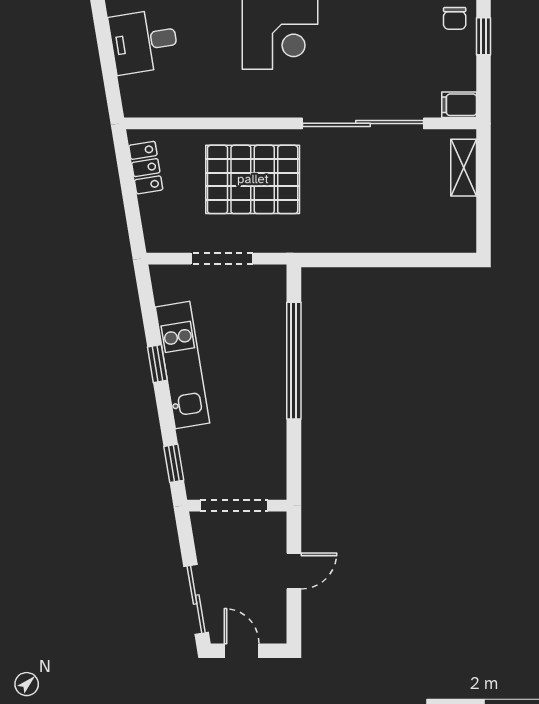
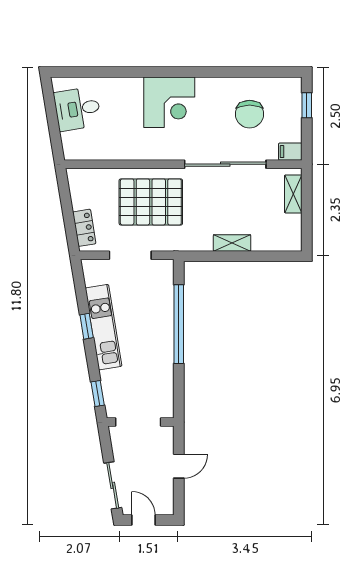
chair: (455, 18) -> (250, 114), moved, width x1.87, depth x1.87
locker: (146, 168) -> (84, 228), moved
shelving: (373, 240) -> (232, 243), added

